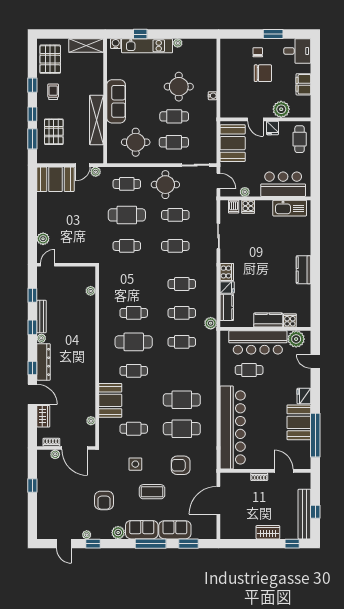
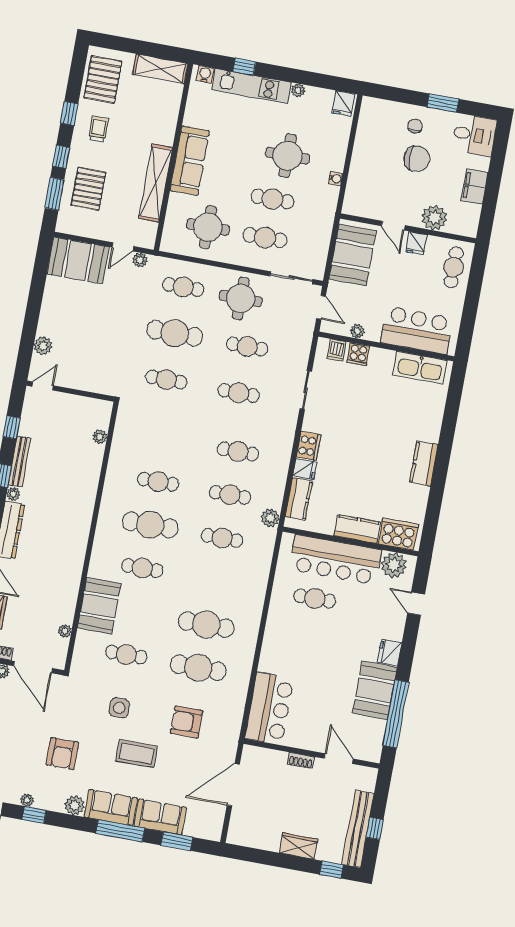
fridge: (209, 46) -> (343, 103), added
cooker: (290, 320) -> (398, 534), width x1.87, depth x1.31
bar counter: (233, 427) -> (269, 709), width x0.54

